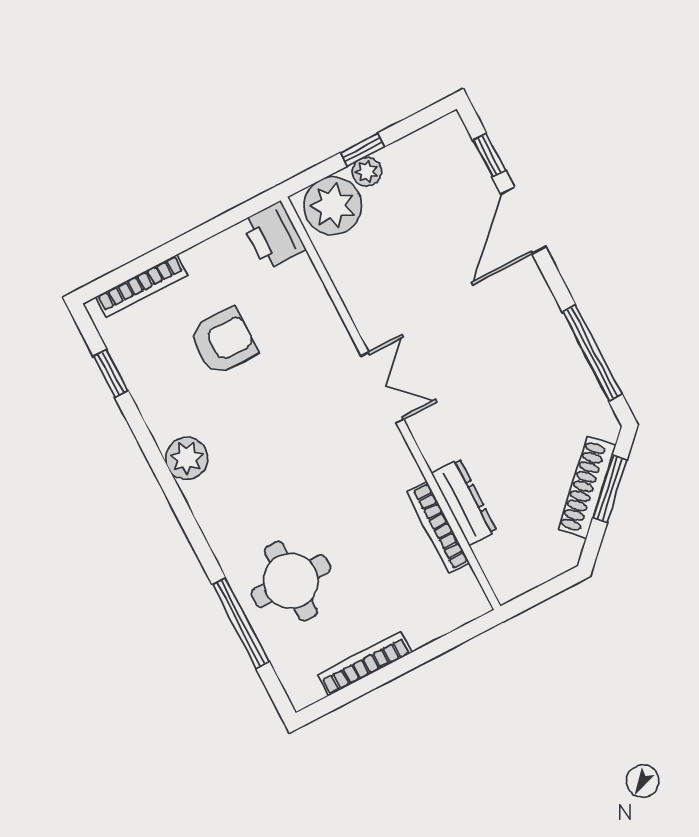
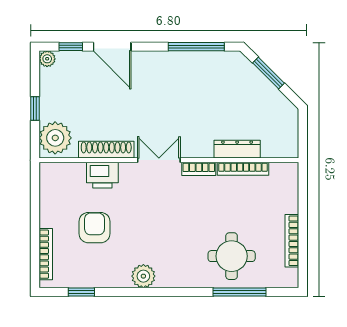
plant: (367, 172) -> (47, 59), moved
printer: (273, 236) -> (102, 175), moved
bookcase: (401, 458) -> (199, 169), added
shoe rack: (587, 488) -> (106, 150), moved, turned 135

